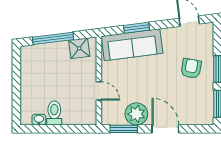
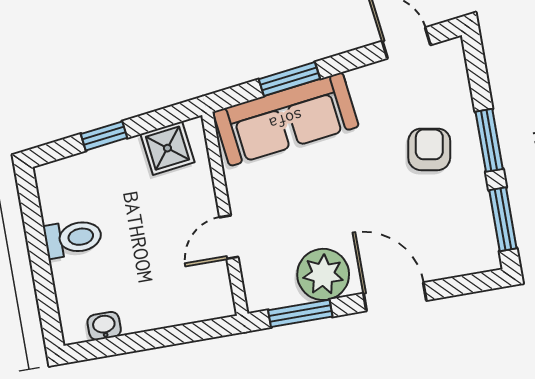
window: (53, 38) -> (104, 136), width x0.46
door: (99, 91) -> (229, 237), swing flipped
toilet: (54, 113) -> (73, 238), moved, turned 90

